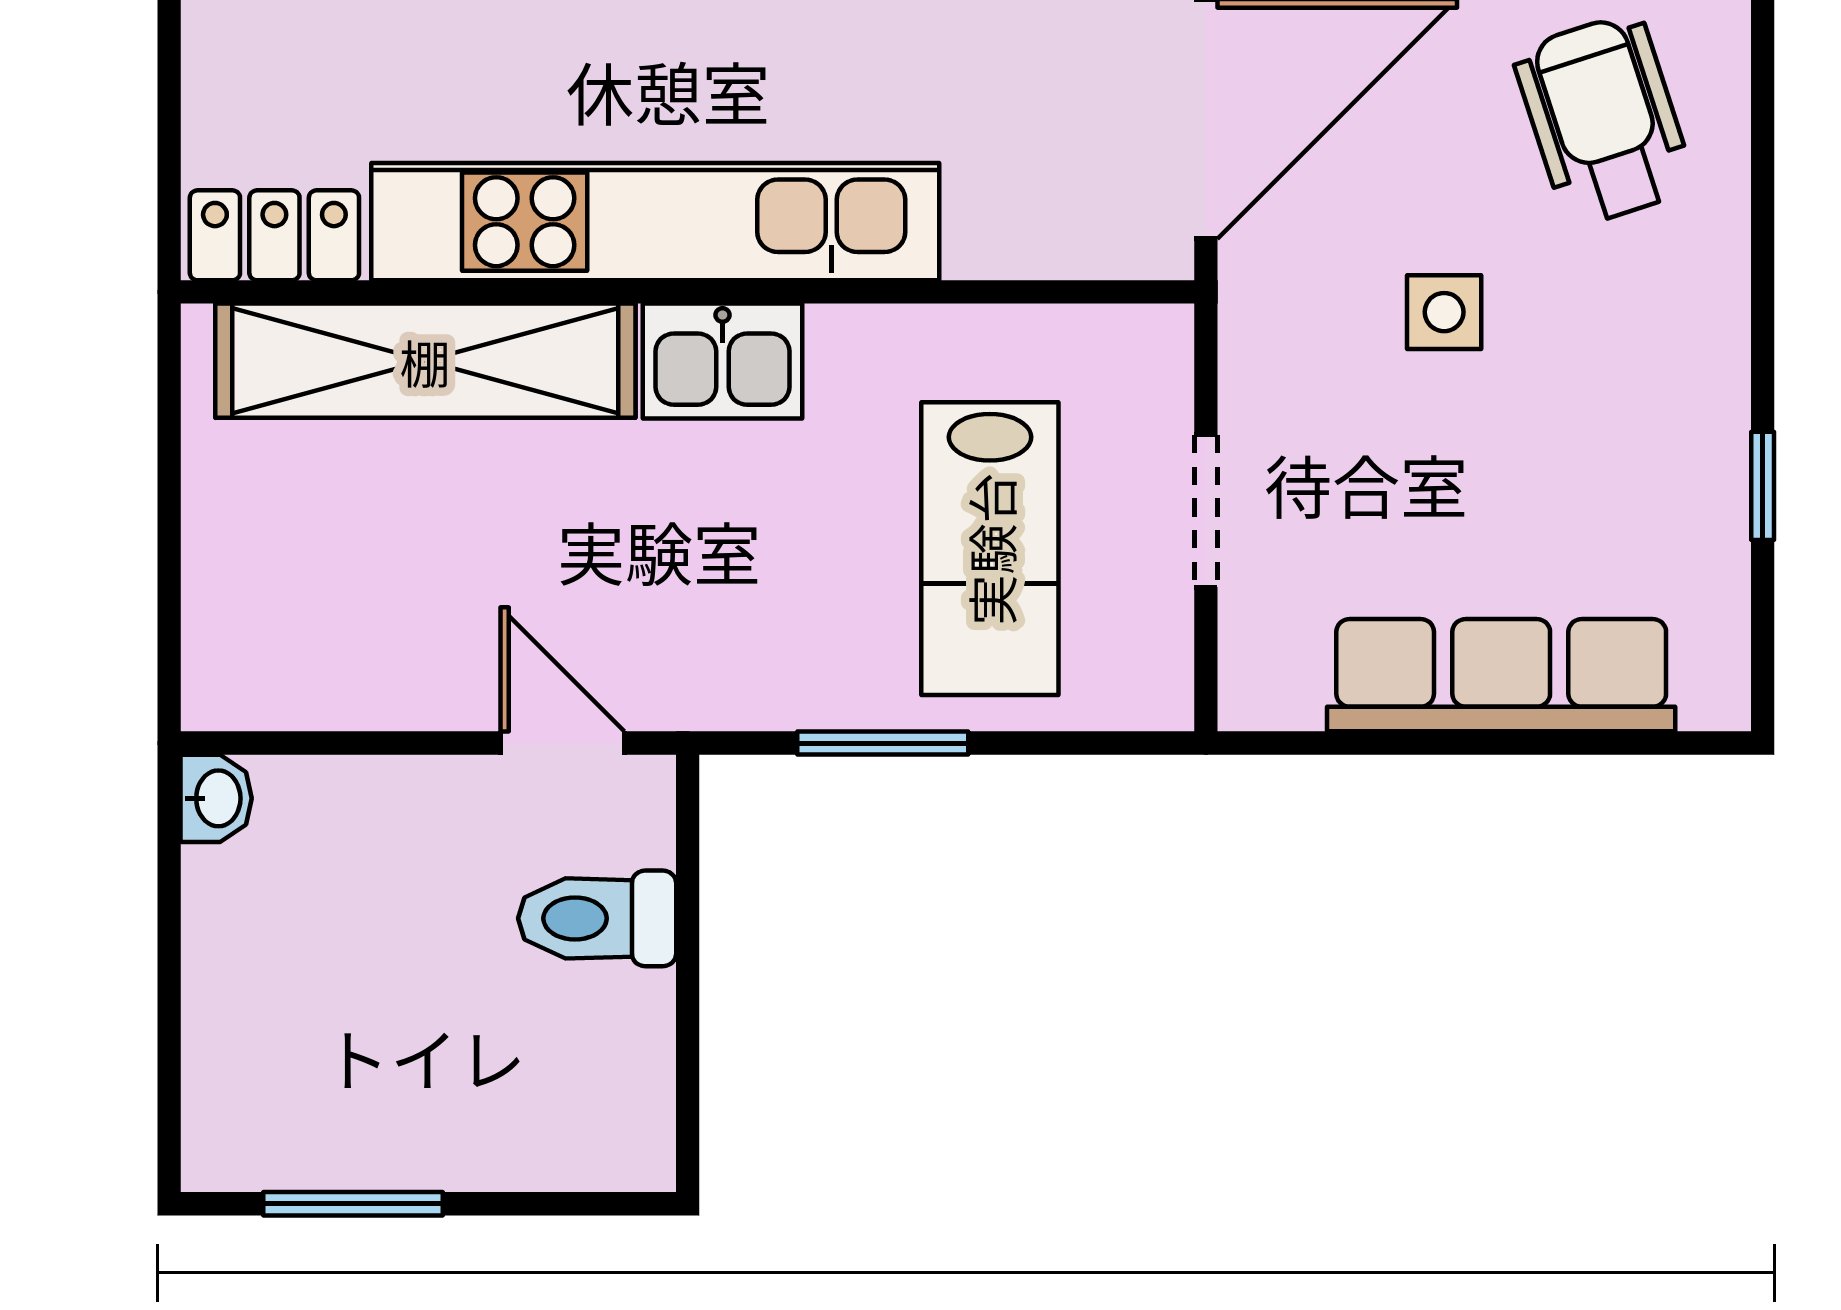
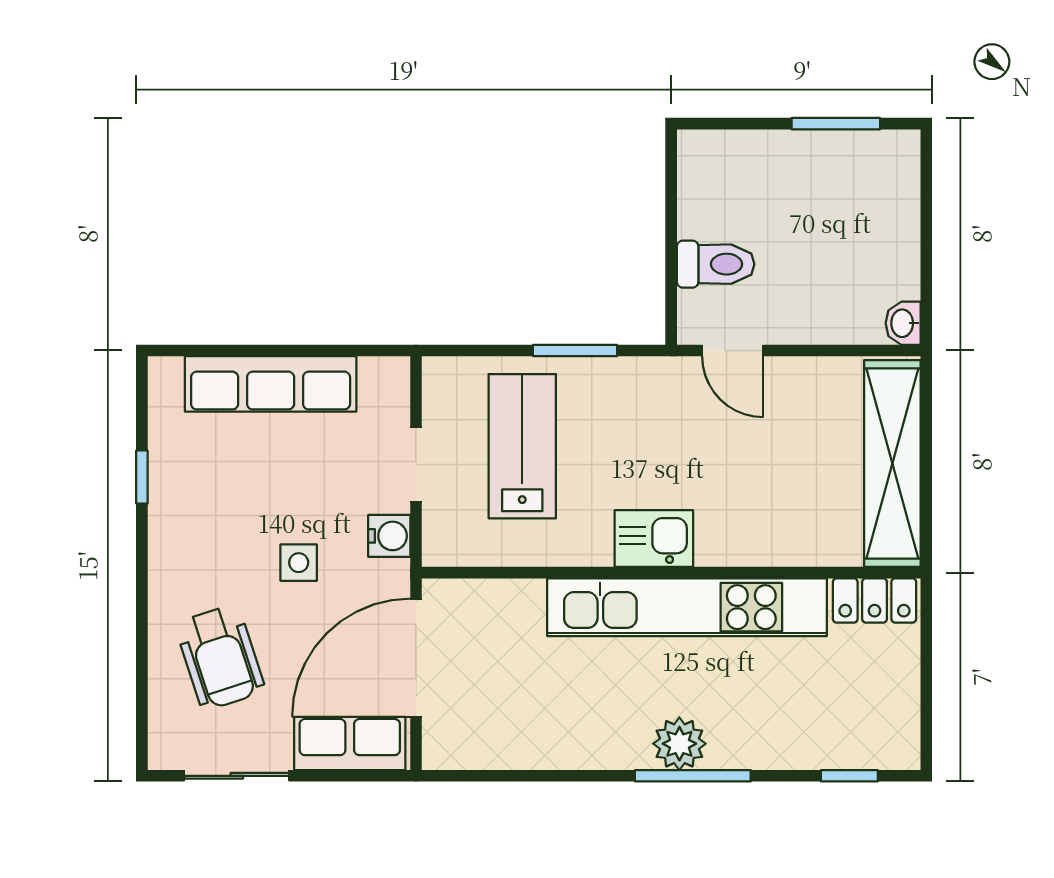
shelving: (425, 361) -> (892, 464), moved, turned 90
water cooler: (1260, 366) -> (389, 536), added

